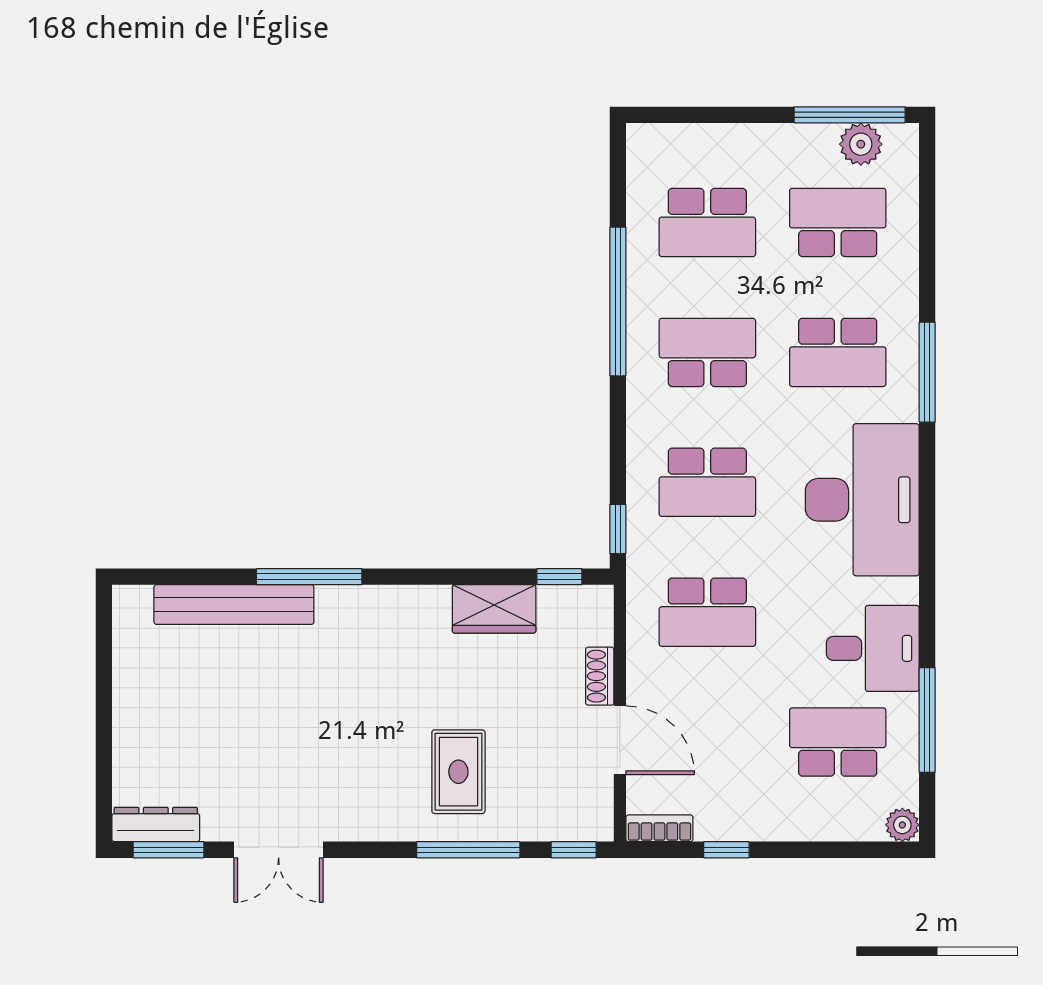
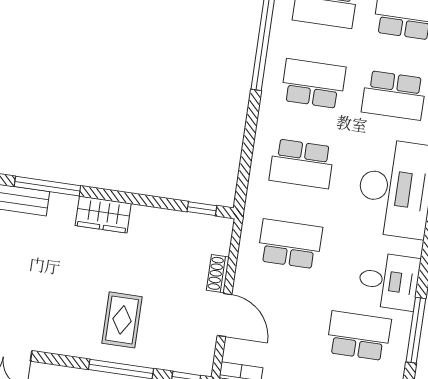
window: (618, 529) -> (242, 184), removed
wardrobe: (494, 609) -> (103, 215), moved
school desk: (707, 612) -> (290, 244), turned 180

